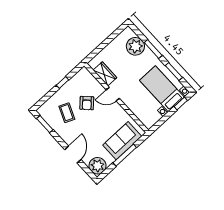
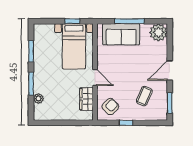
plant: (135, 46) -> (38, 99), width x0.53, depth x0.53
bed with nightstands: (162, 89) -> (74, 46), moved
armchair: (87, 103) -> (110, 107), moved
window: (181, 104) -> (72, 21), moved
door: (73, 155) -> (170, 70), moved

